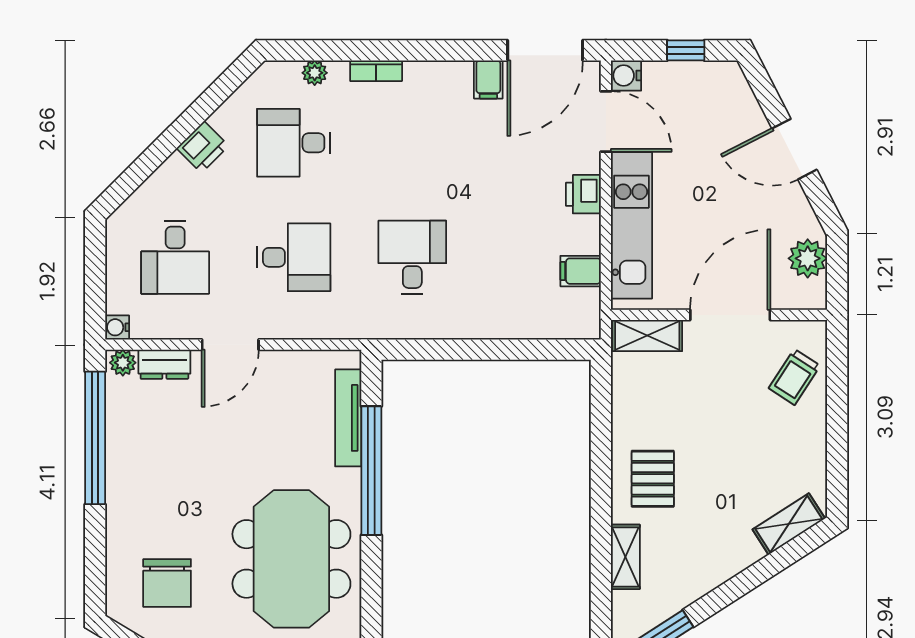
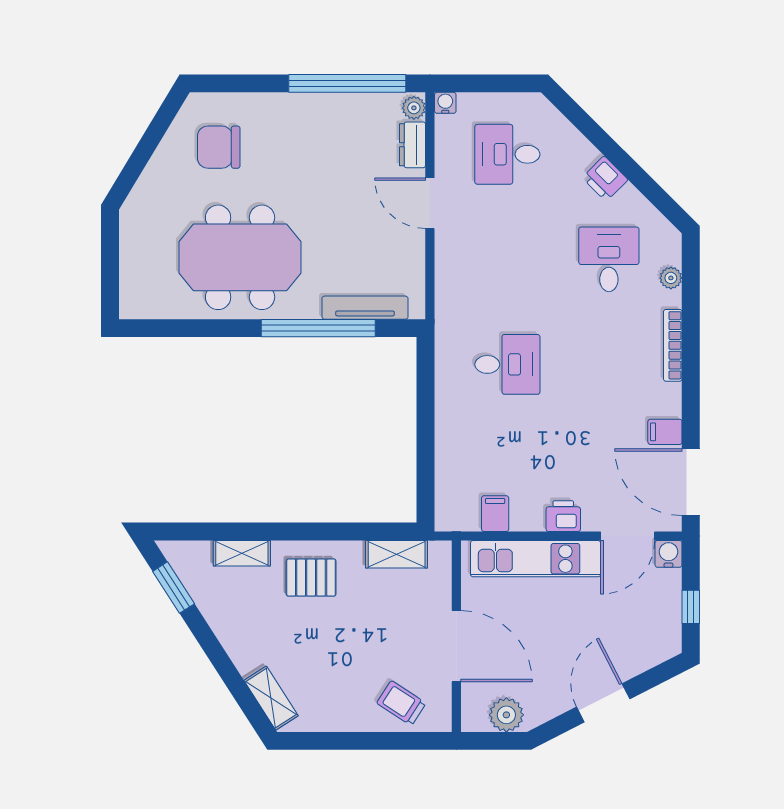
bookcase: (376, 71) -> (673, 345), width x1.56
desk: (294, 257) -> (507, 259), removed
shelving: (647, 335) -> (397, 554), moved, turned 90

